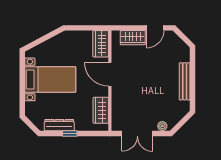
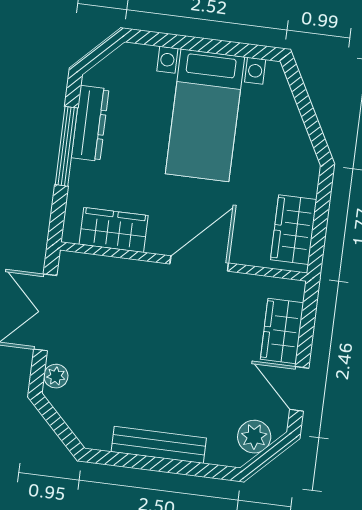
plant: (176, 43) -> (254, 437), added
wardrobe: (101, 44) -> (294, 230), moved, turned -90
window: (70, 133) -> (66, 146), width x2.17

